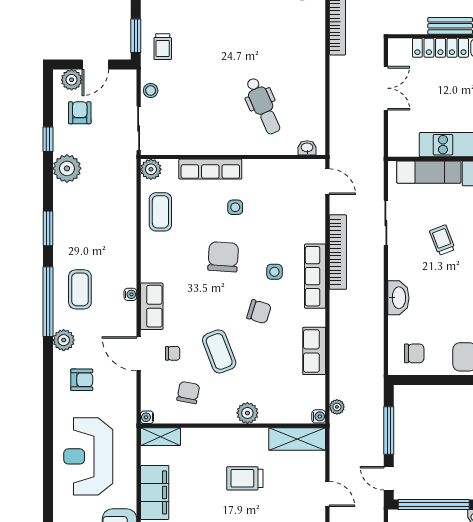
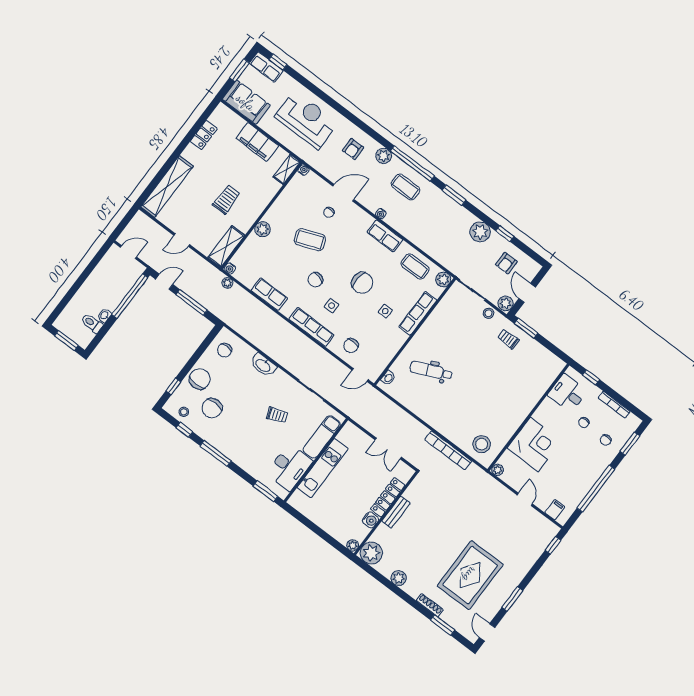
plant: (72, 80) -> (506, 303), moved
armchair: (80, 113) -> (506, 263), turned 90
bookcase: (338, 252) -> (315, 350), removed
row of seats: (152, 306) -> (385, 236), moved
chair: (188, 392) -> (351, 346), moved, turned 79

